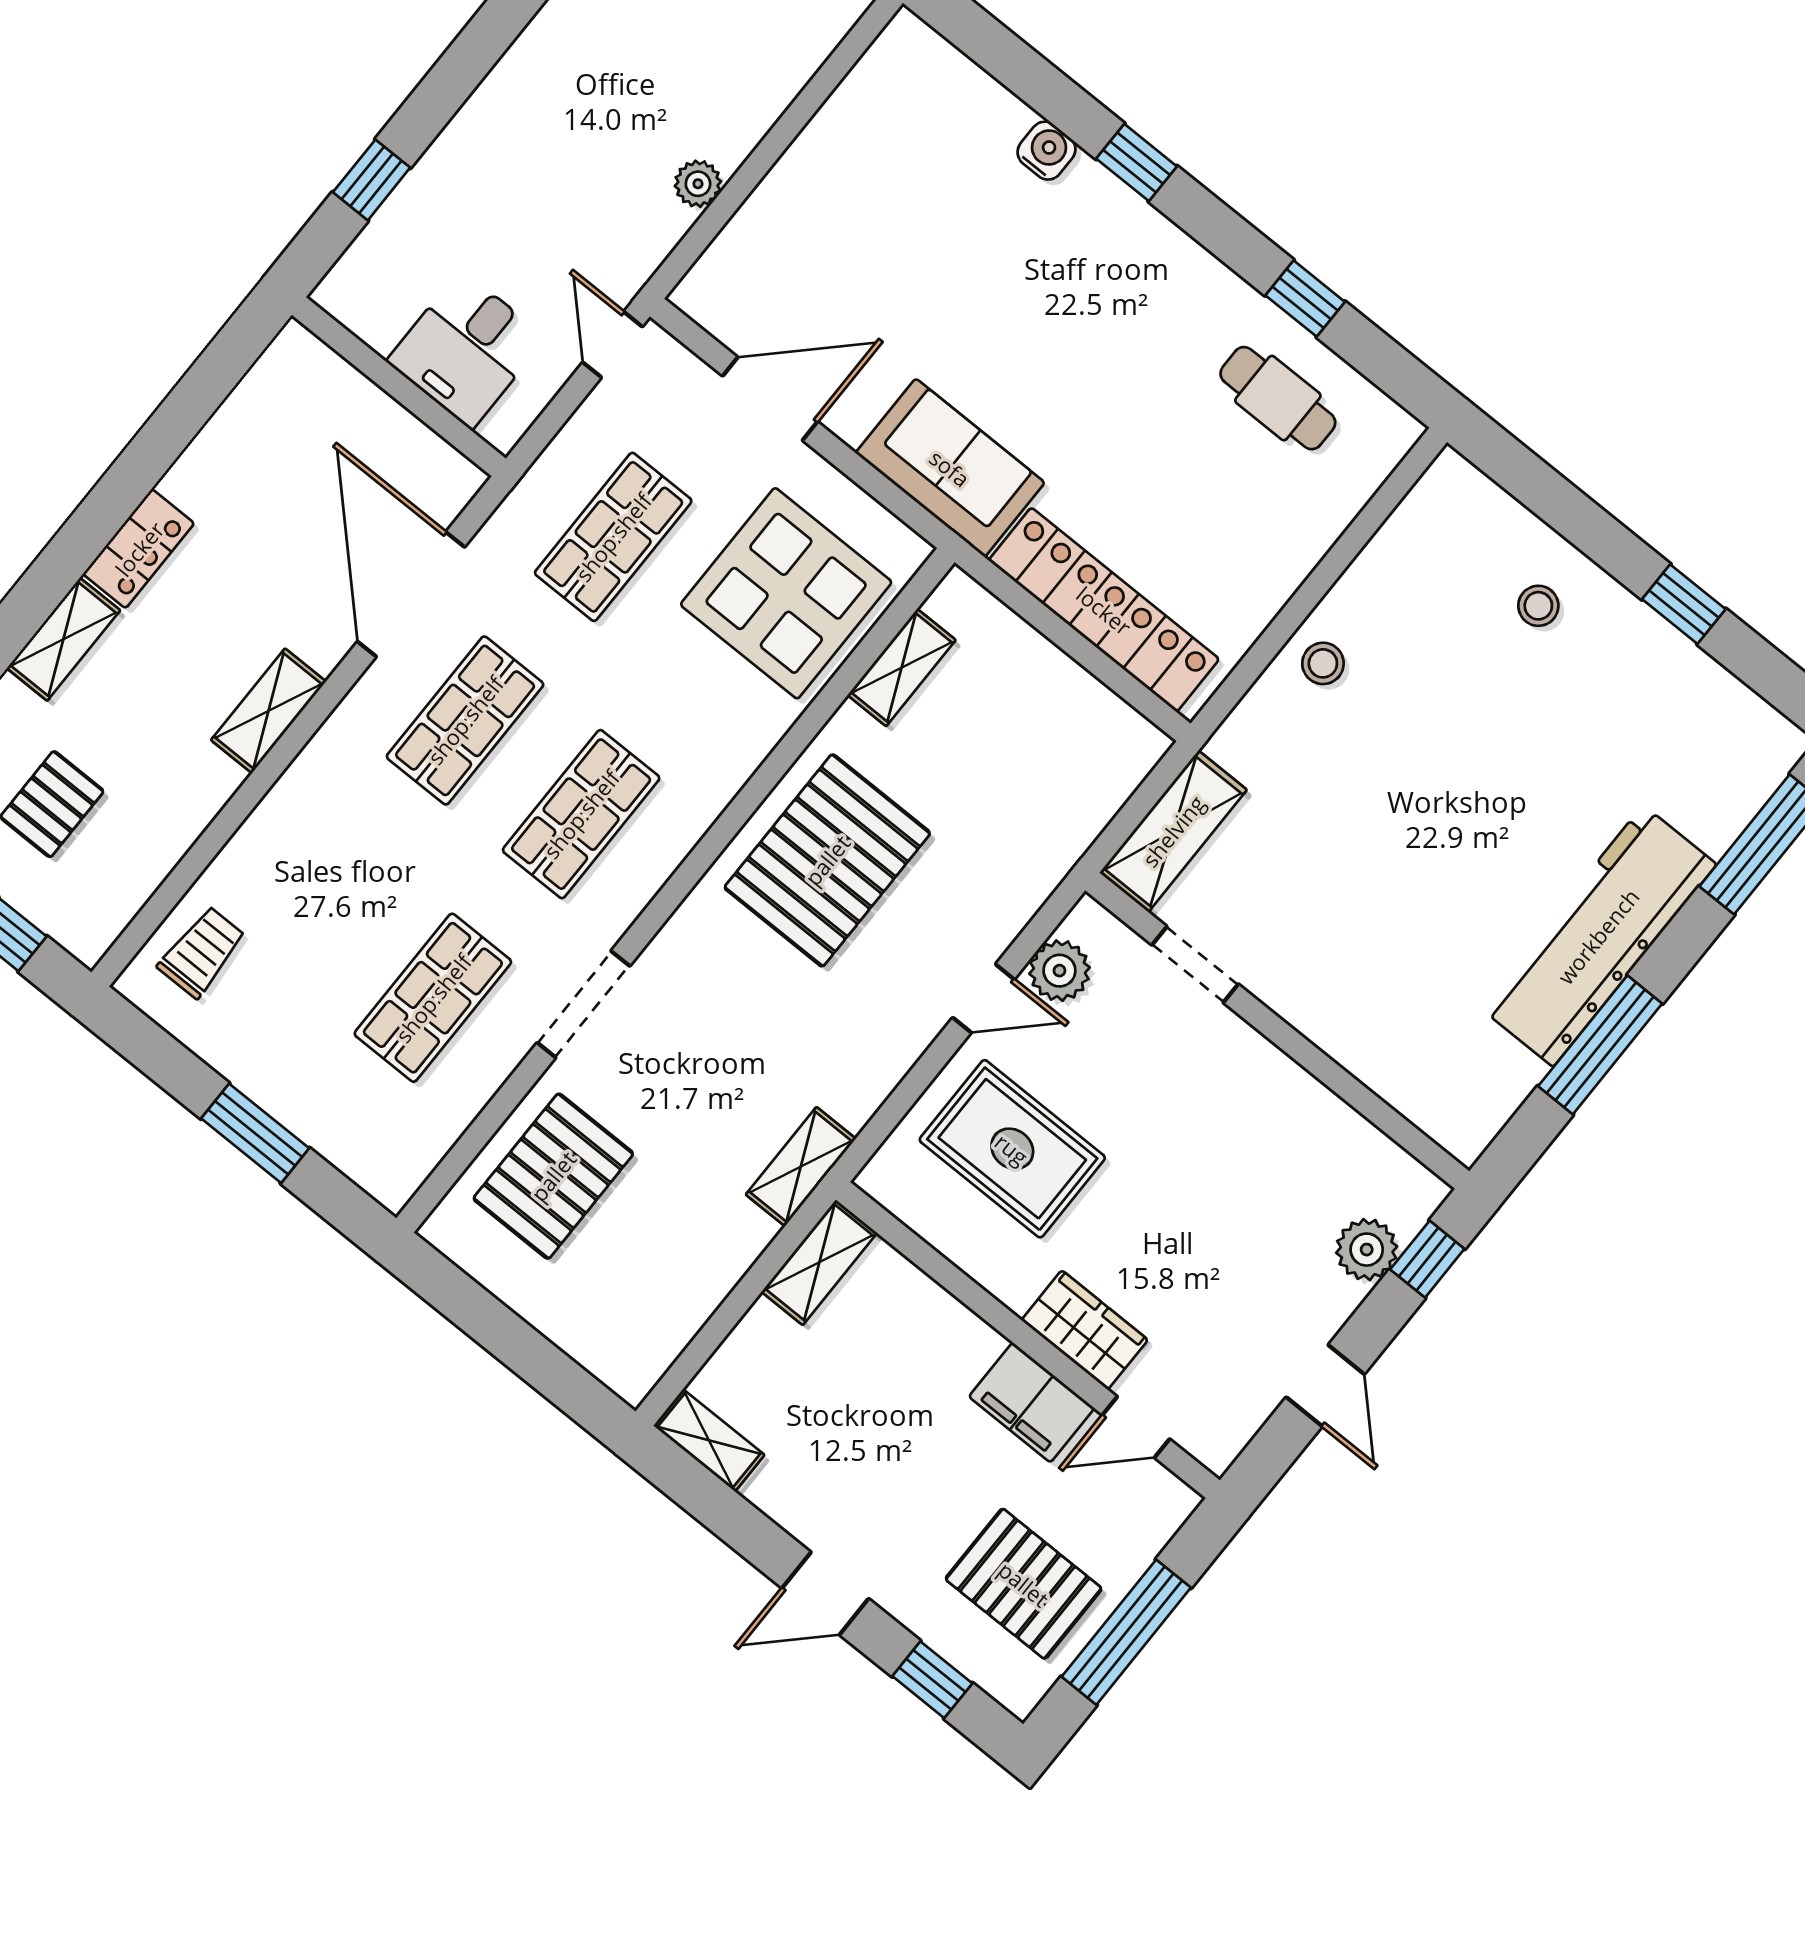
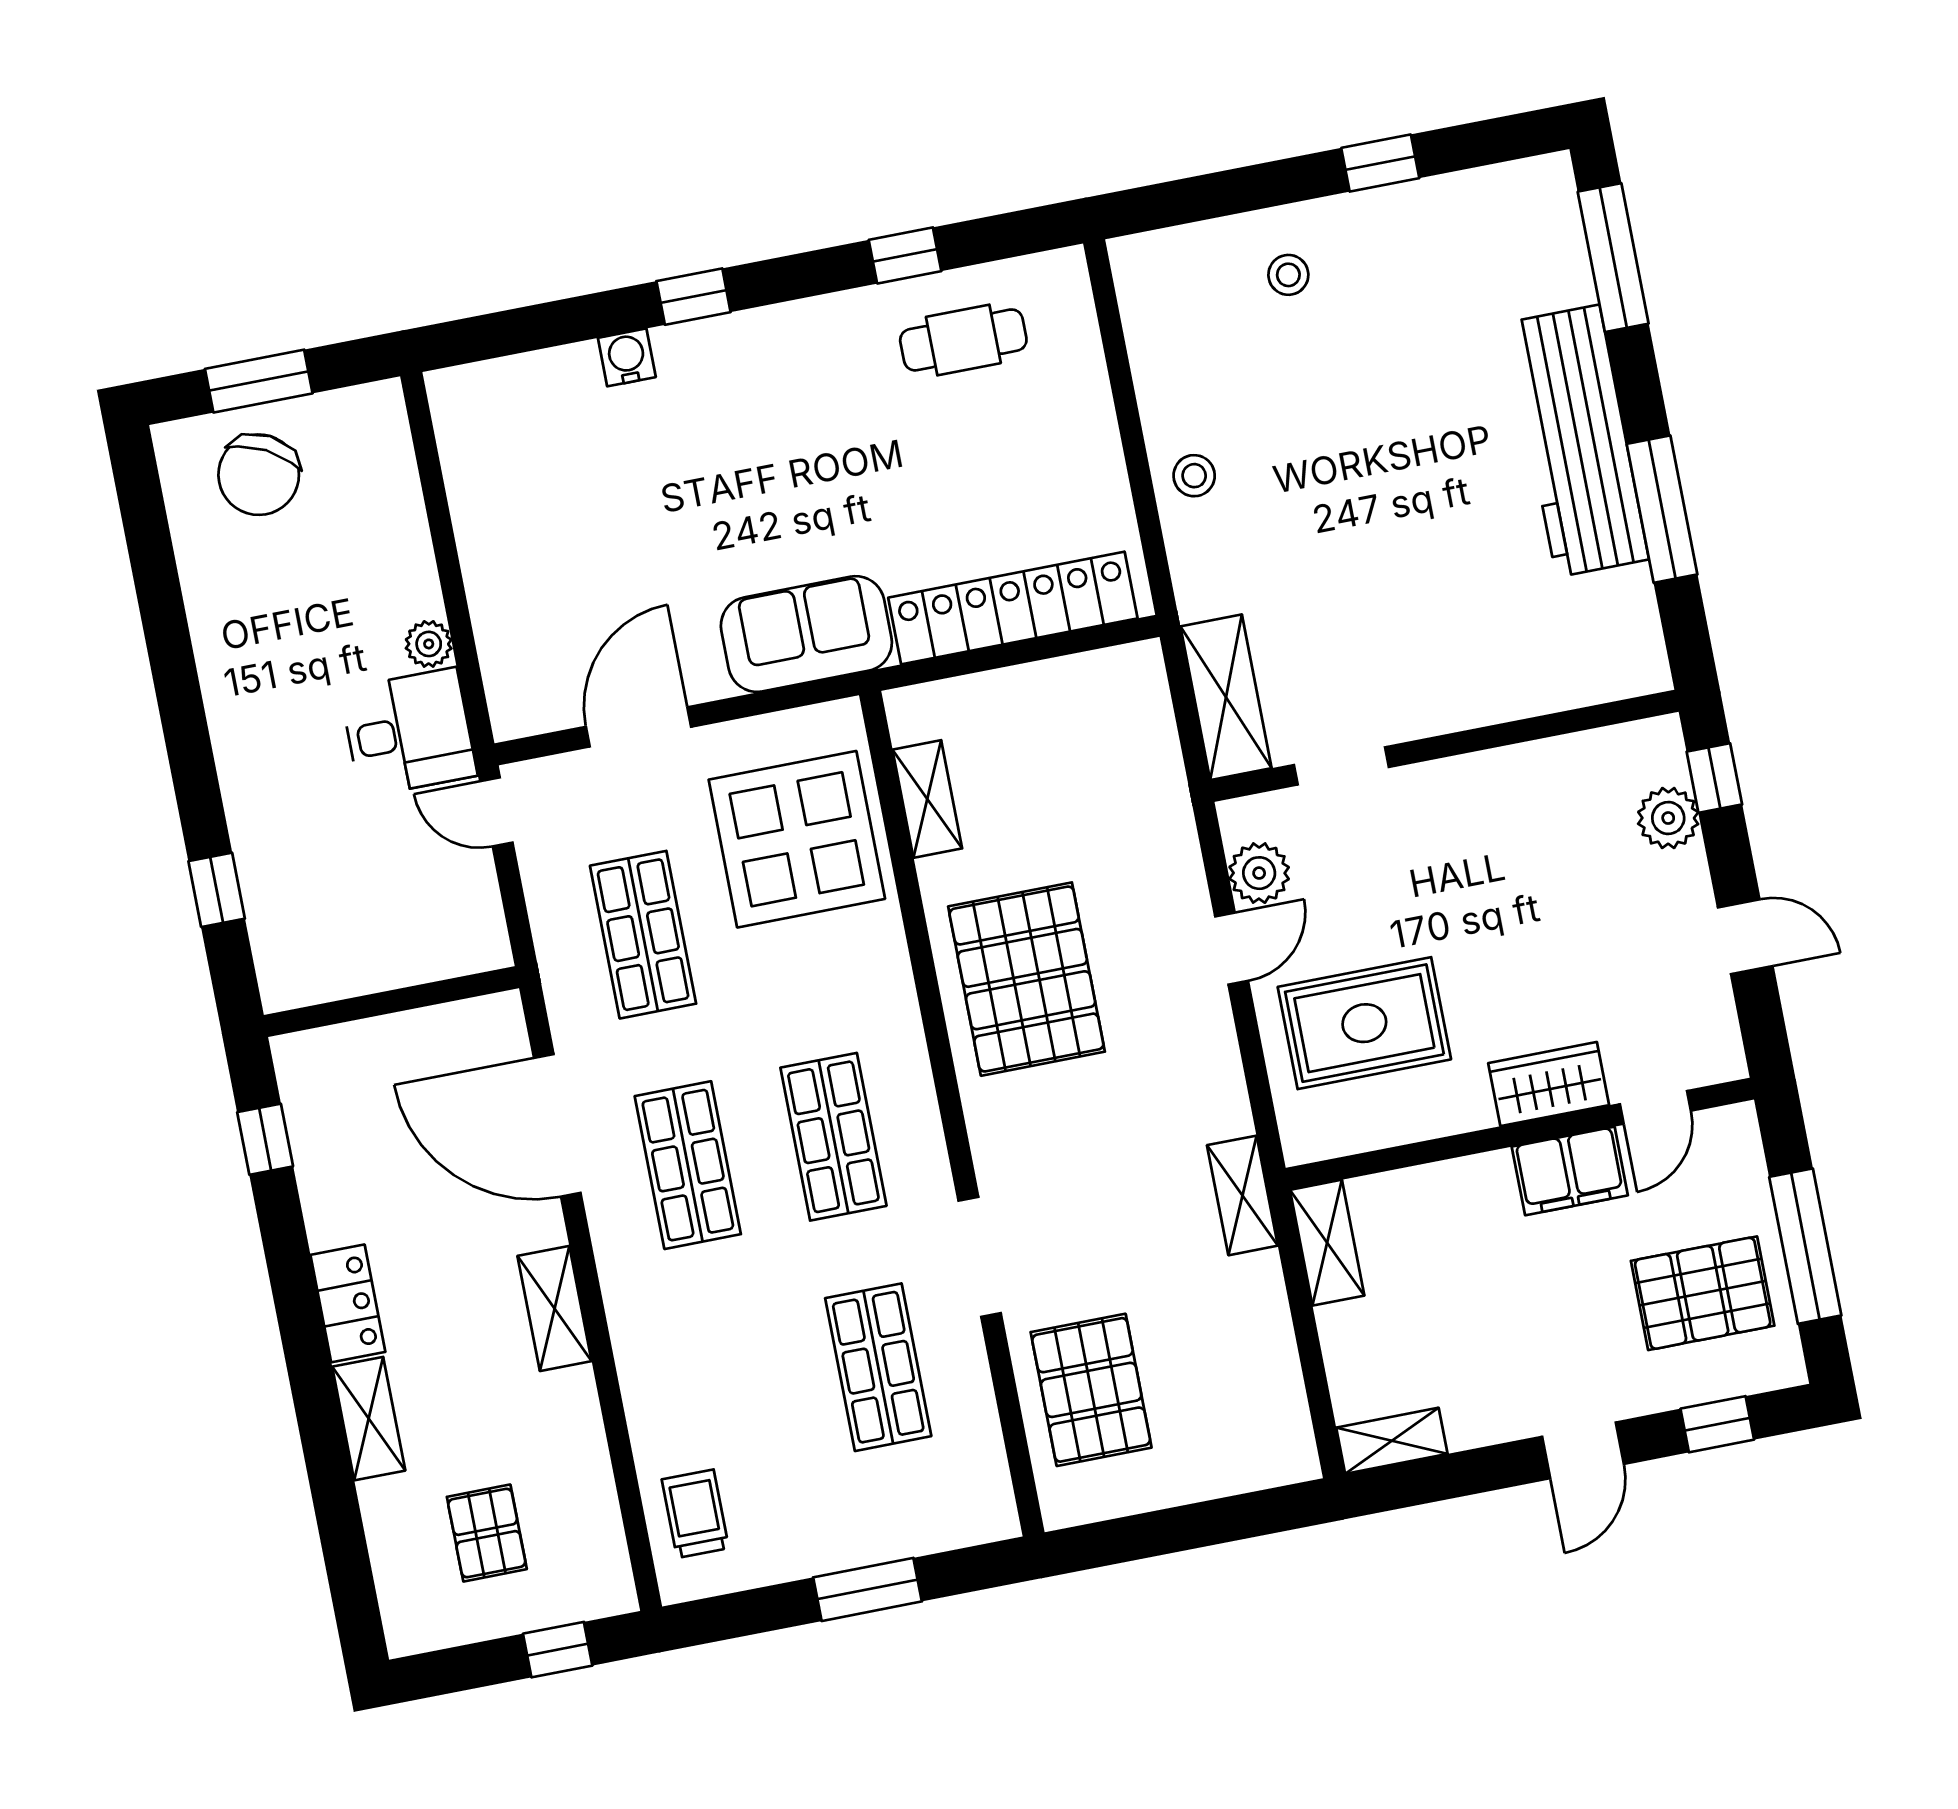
desk: (466, 350) -> (409, 733), moved, turned -90
window: (211, 379) -> (265, 1139), added

